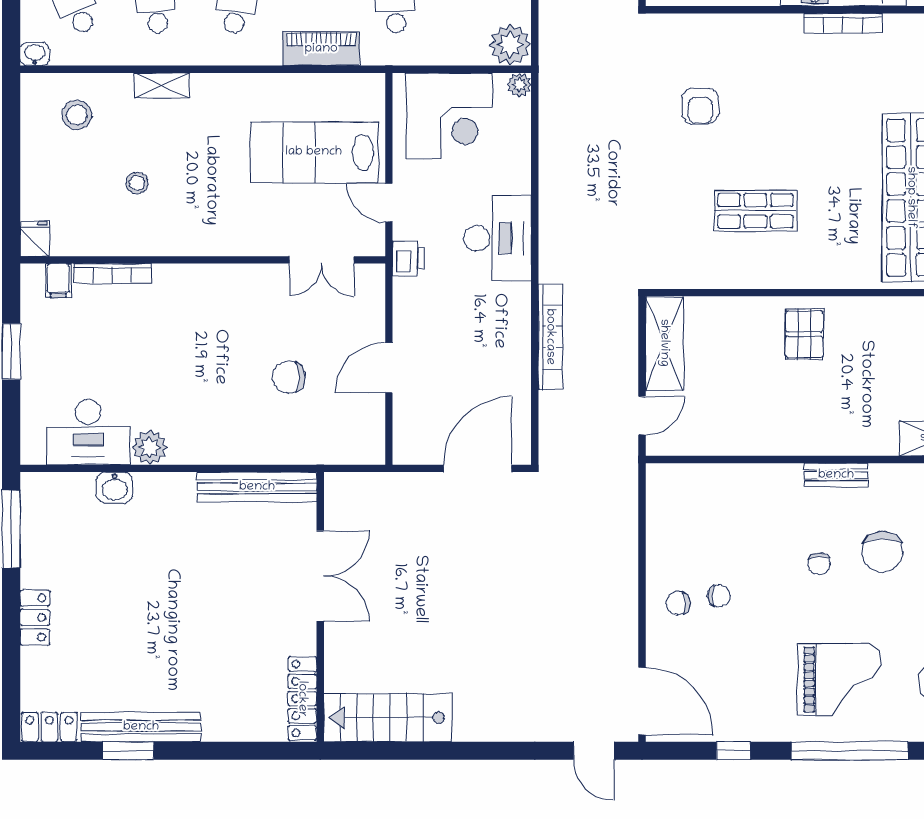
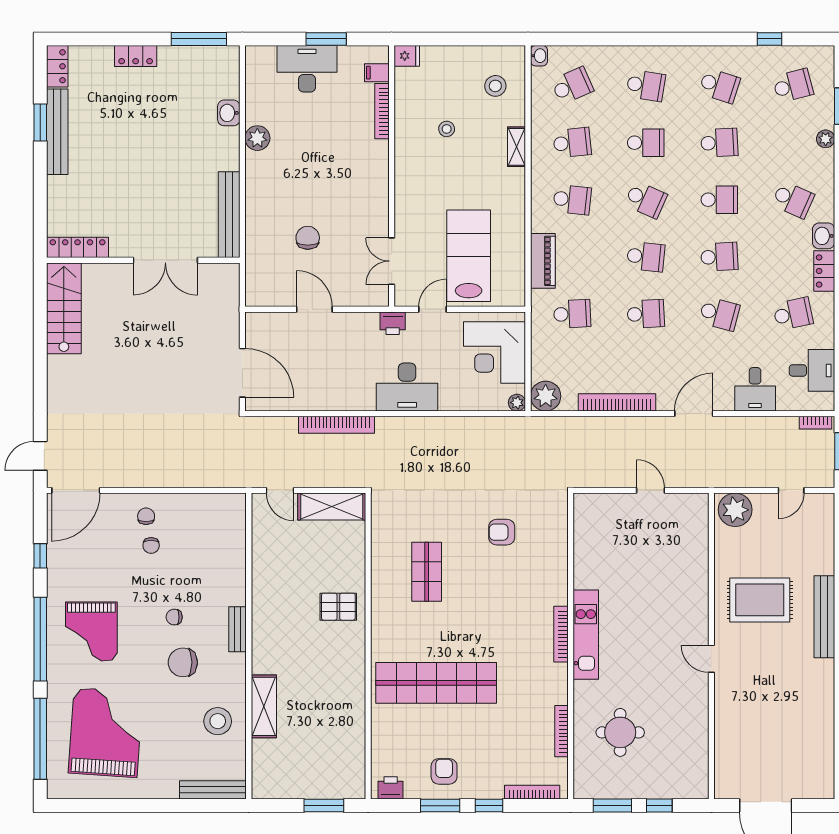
desk: (88, 432) -> (307, 69), moved, turned 90

